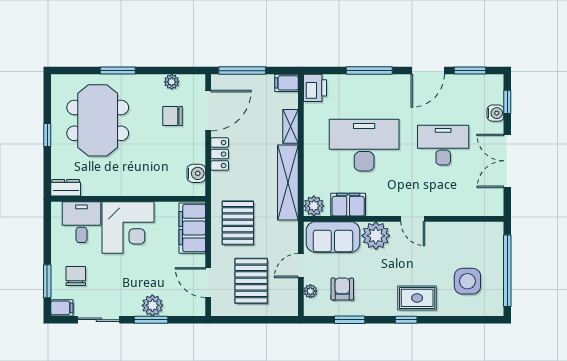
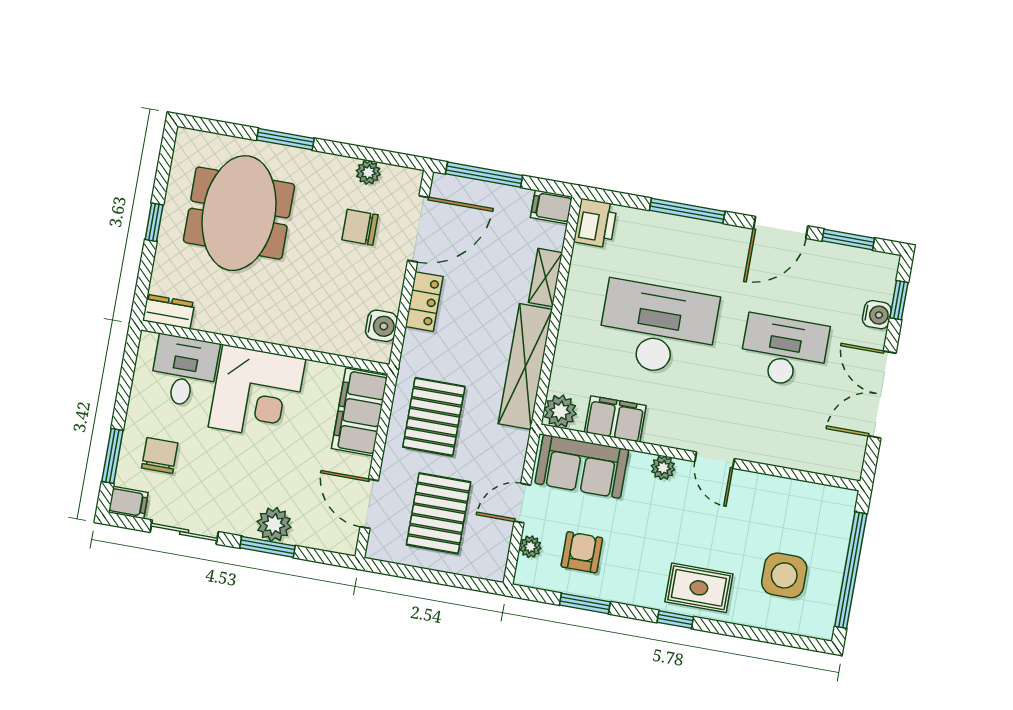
plant: (376, 236) -> (663, 468), width x0.53, depth x0.53

